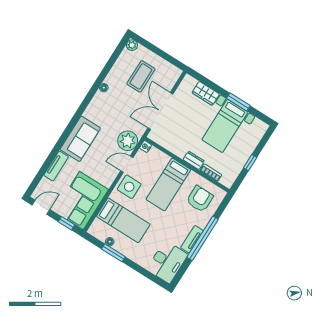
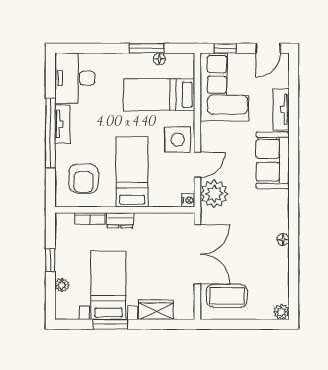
coffee table: (141, 76) -> (227, 296), moved, turned 90
plant: (253, 143) -> (62, 285), added

